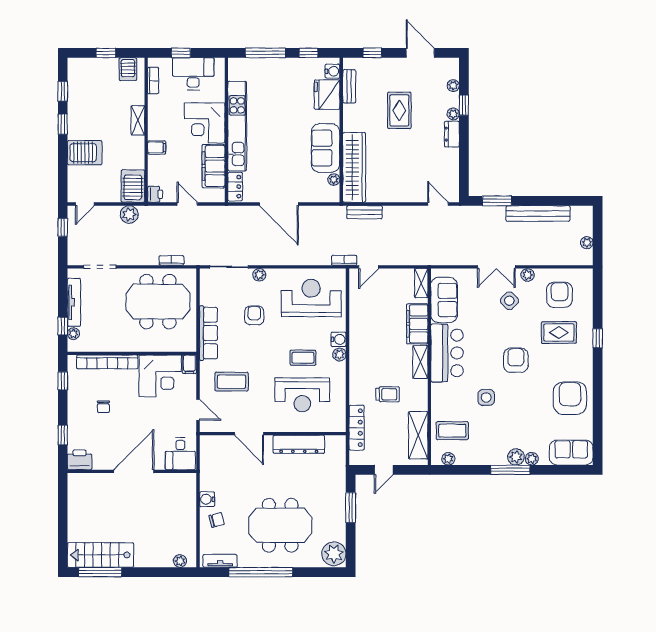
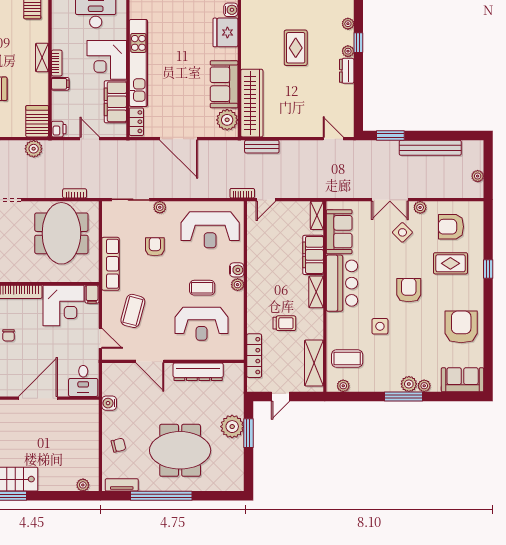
bookcase: (153, 81) -> (57, 63), moved
bench: (349, 86) -> (247, 24), removed
plant: (334, 180) -> (227, 120), width x1.88, depth x1.88
armchair: (559, 295) -> (451, 227), turned -90
reception desk: (311, 298) -> (210, 230), turned 180
meeting table: (158, 302) -> (61, 233), turned 90
coffee table: (232, 382) -> (133, 311), turned -75
water cooler: (207, 499) -> (109, 403), moved
plant: (334, 554) -> (232, 427), moved

